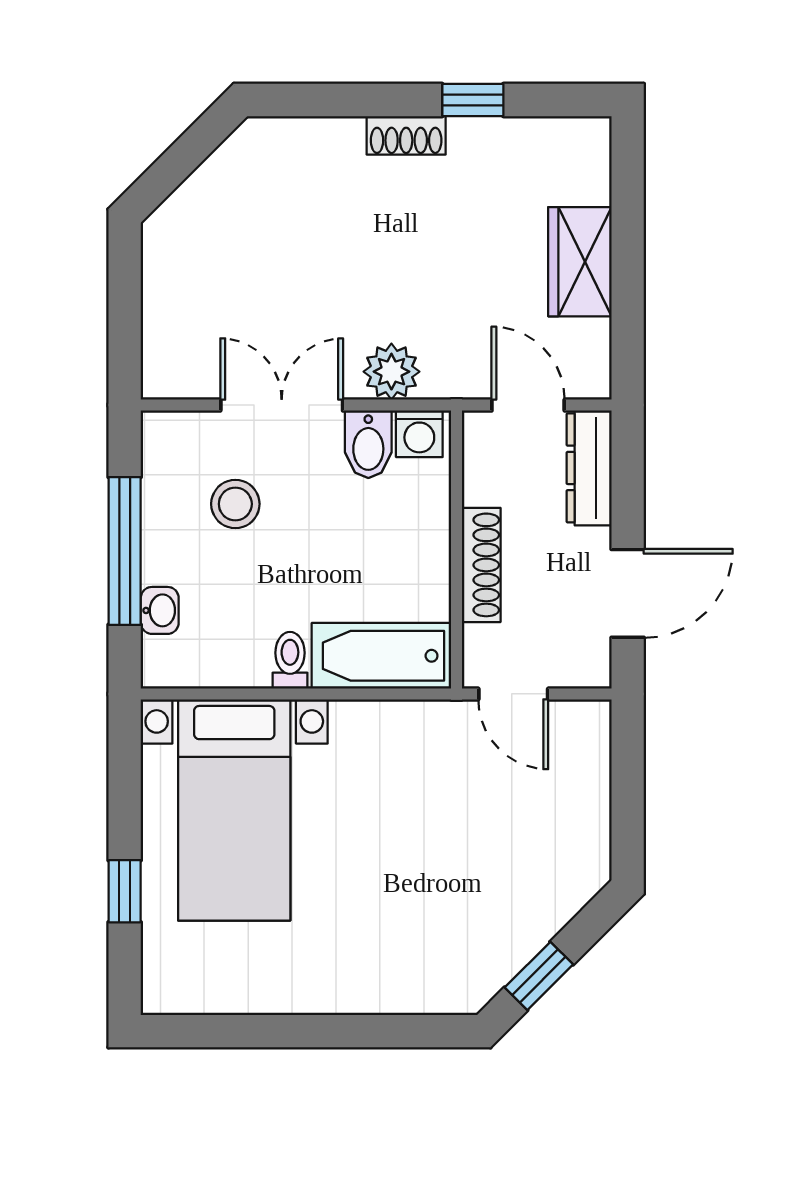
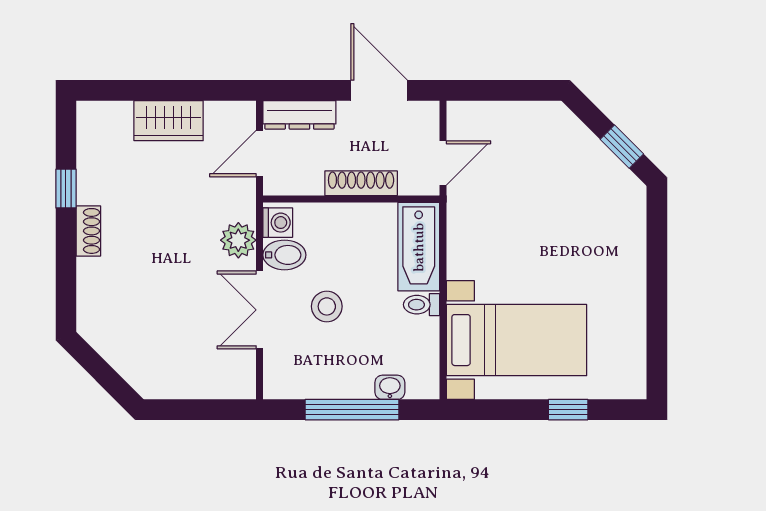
stool: (235, 504) -> (327, 306), moved

